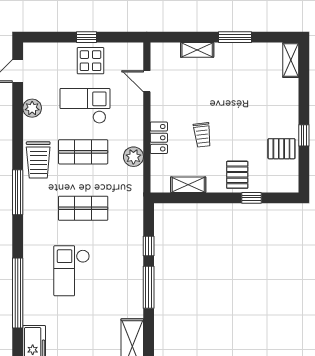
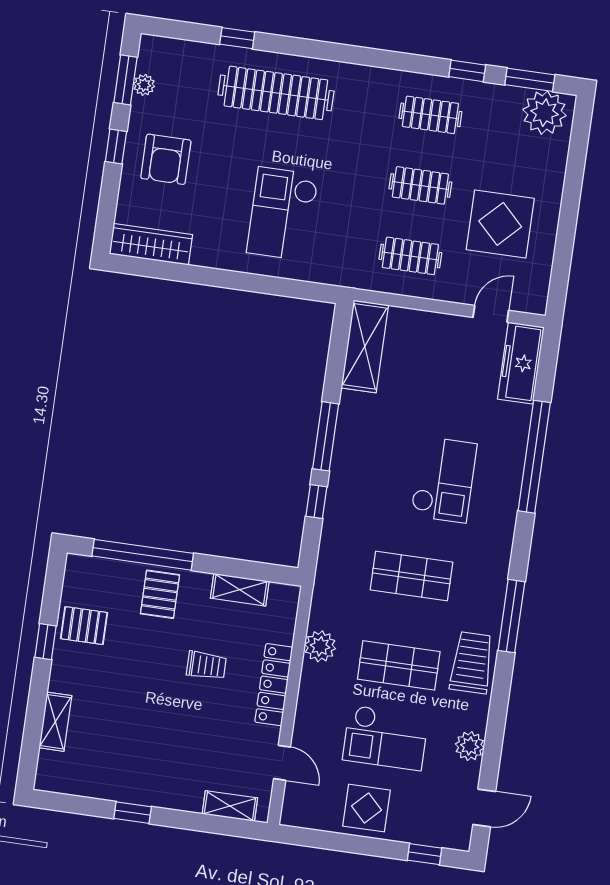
window: (87, 37) -> (425, 854), moved
window: (235, 37) -> (133, 813), width x0.67
shelving: (197, 50) -> (230, 806), moved
shelving: (291, 60) -> (55, 722), moved
trolley: (202, 135) -> (206, 665), turned 97
locker: (159, 138) -> (274, 685), width x1.53
window: (251, 198) -> (143, 555), width x3.17

